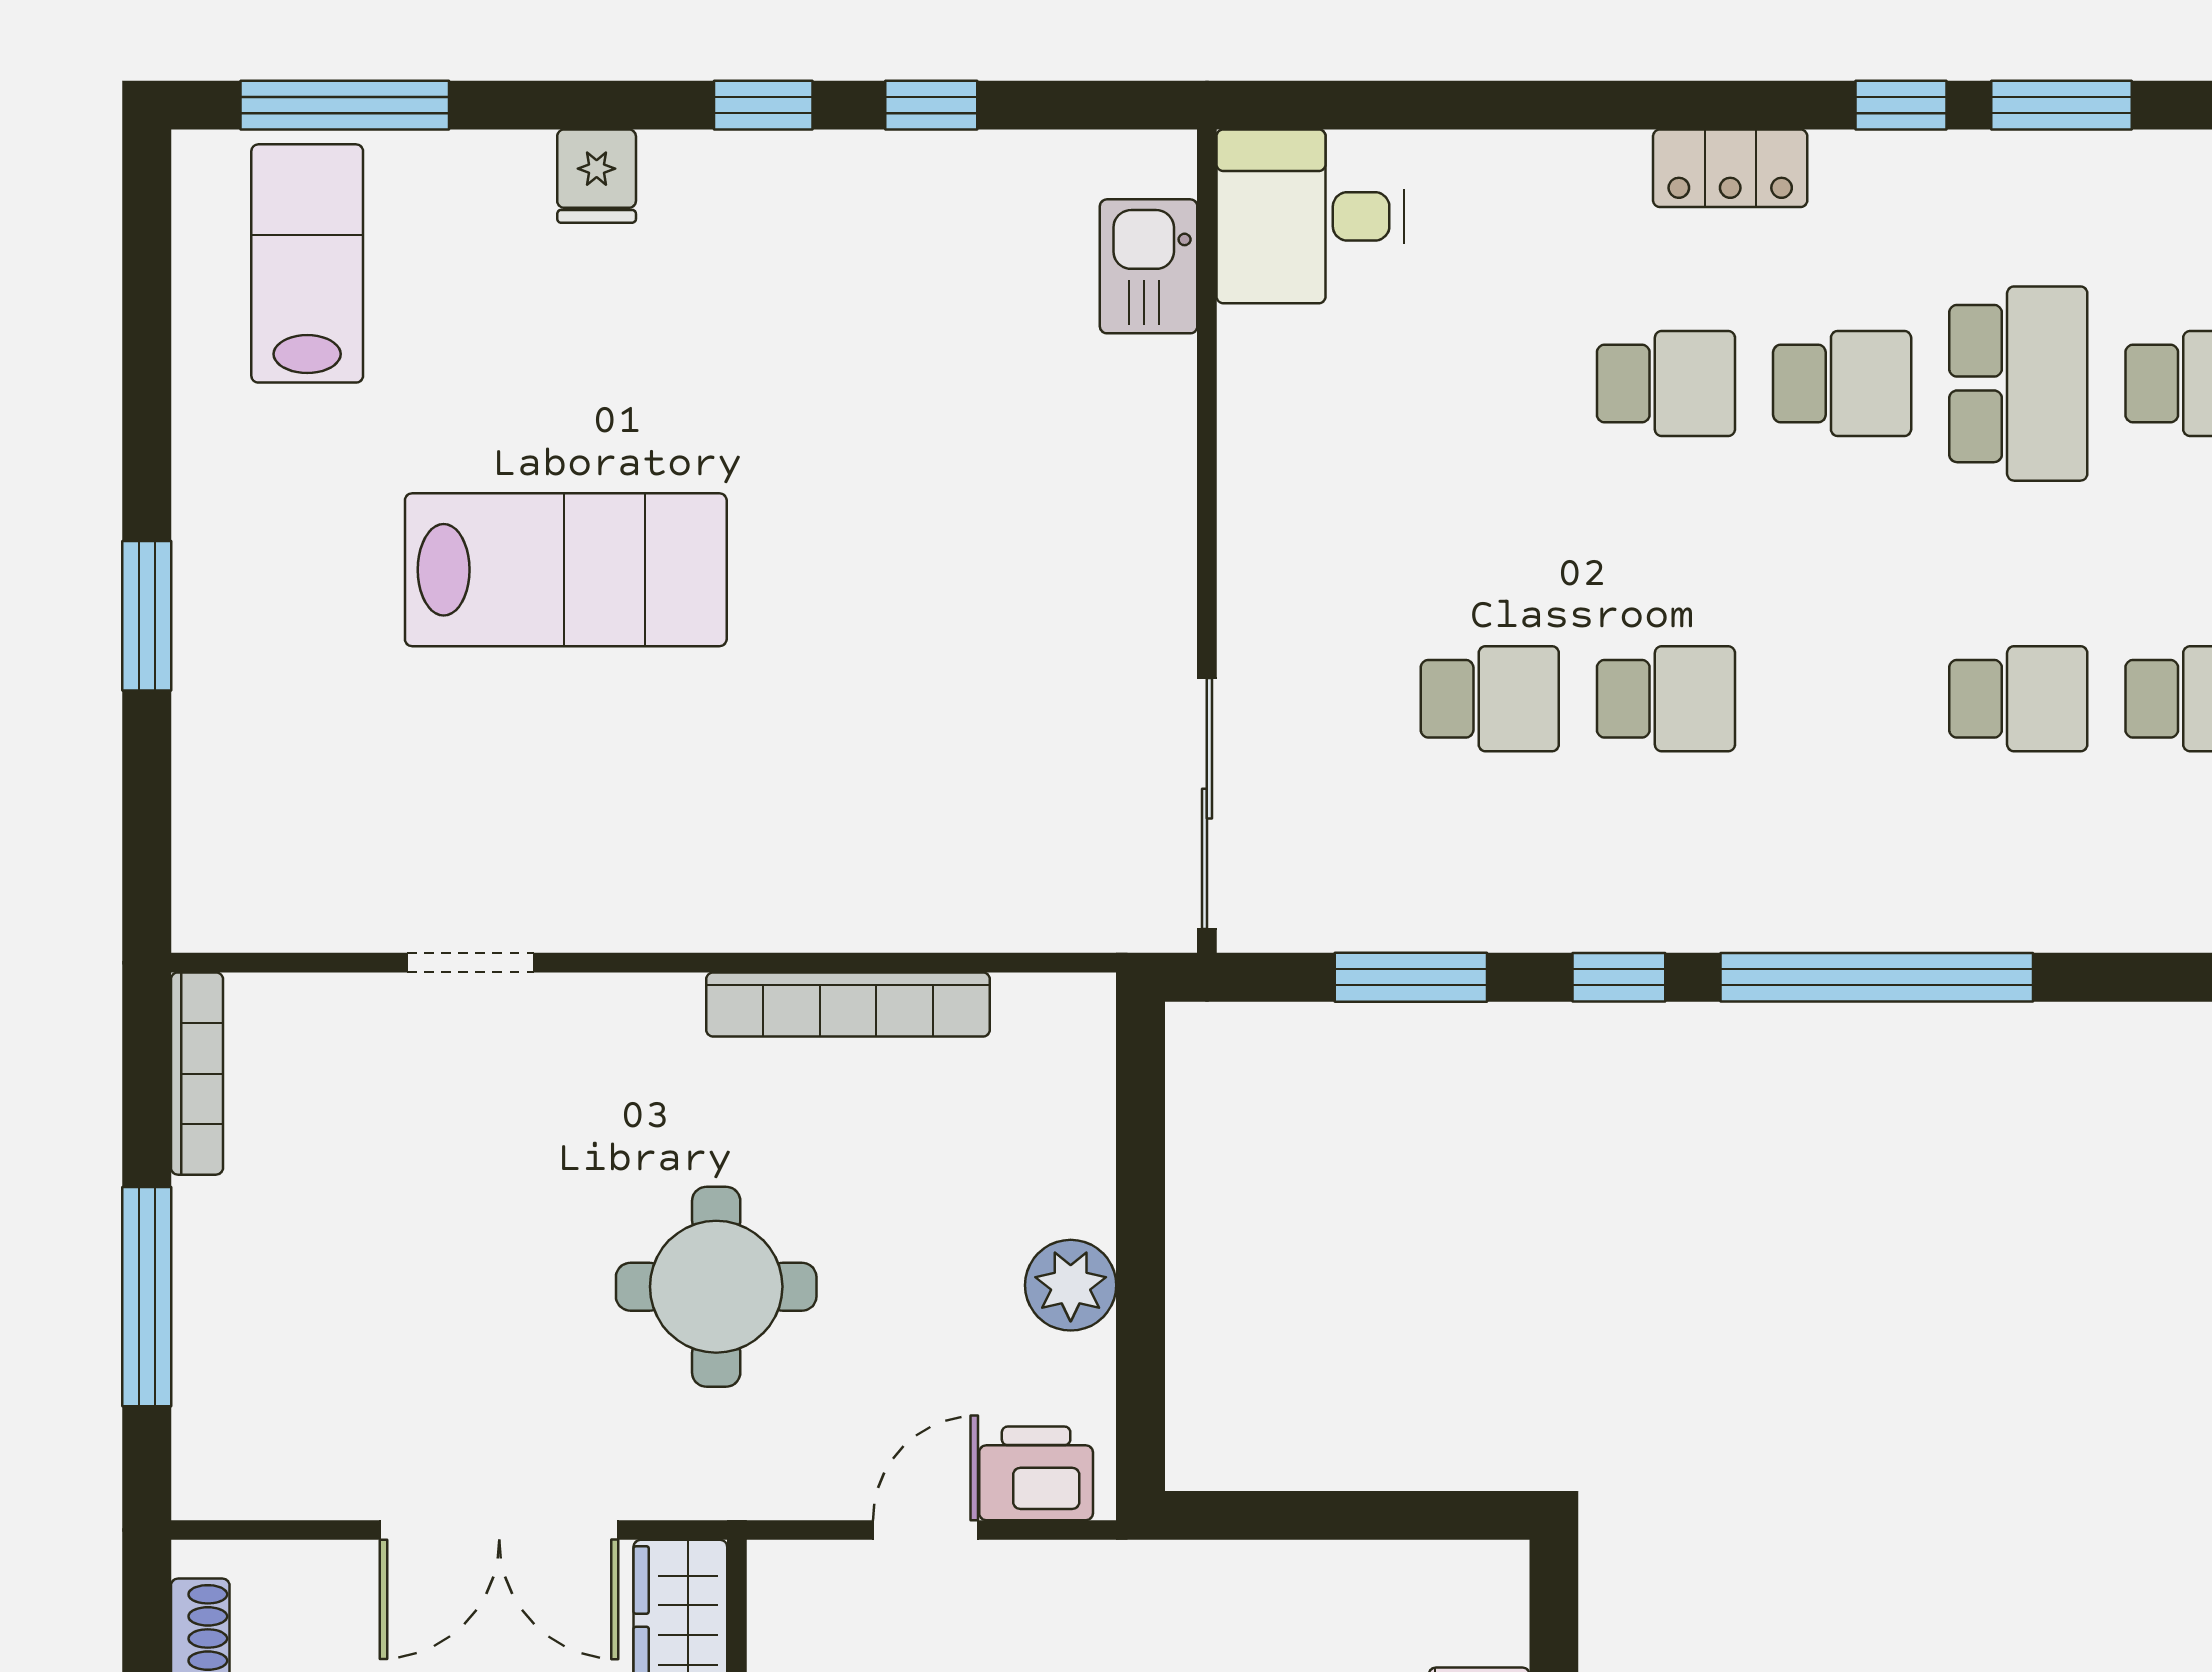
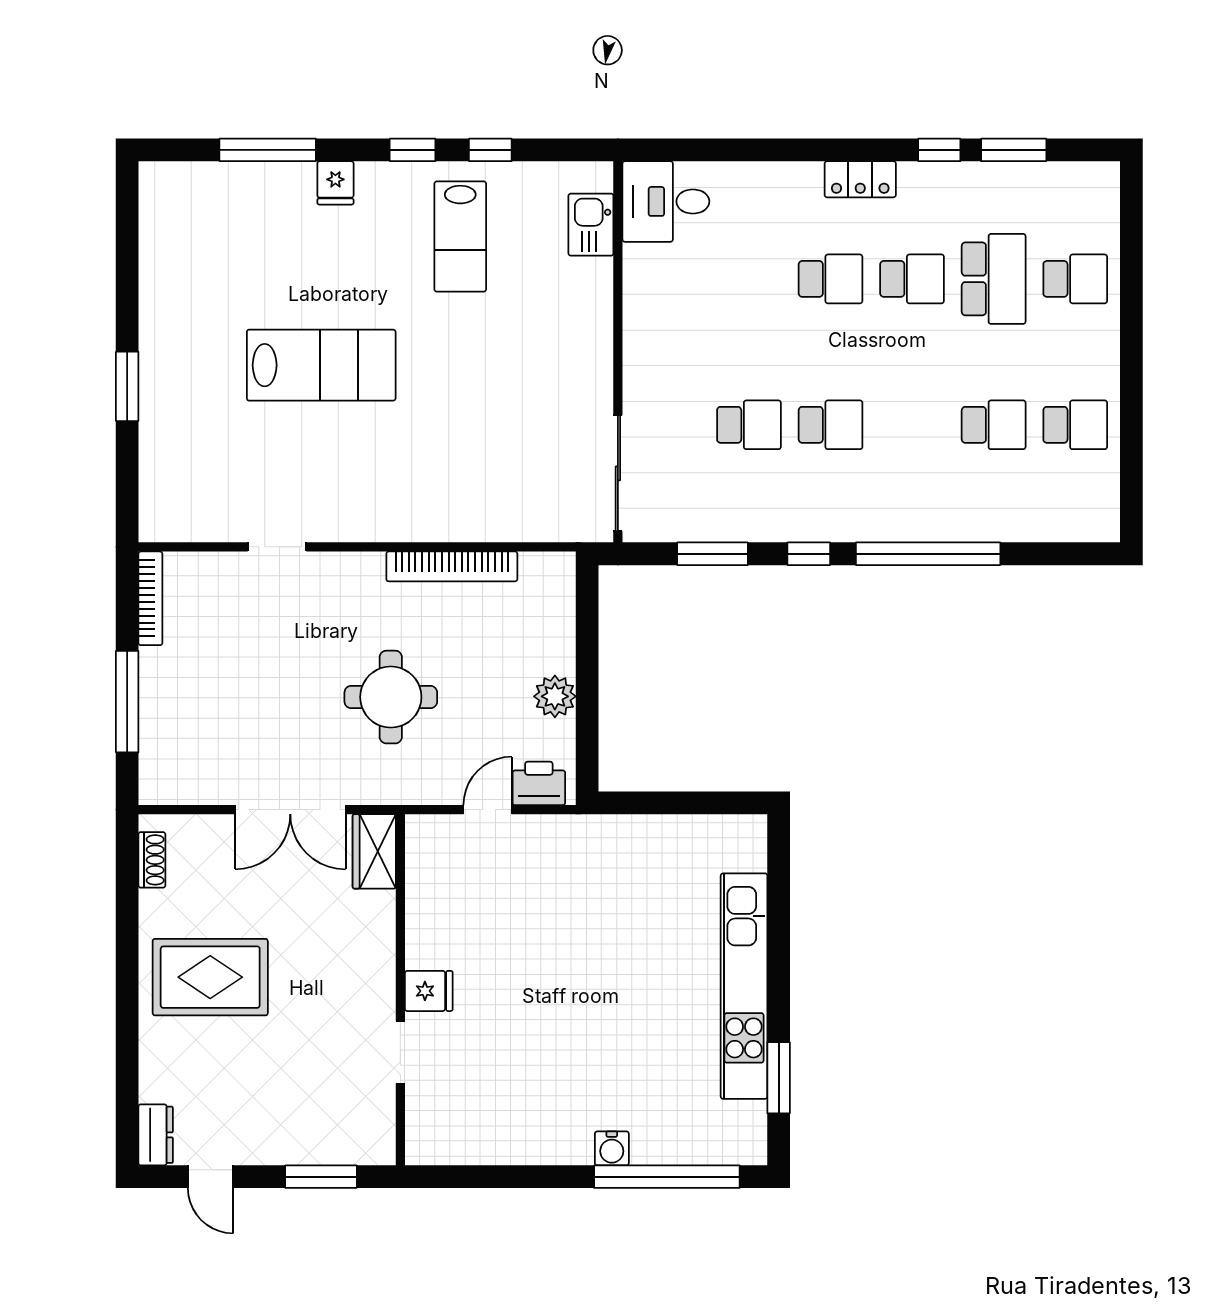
window: (345, 105) -> (268, 150), moved
lab bench: (307, 263) -> (460, 236), moved, turned 180

